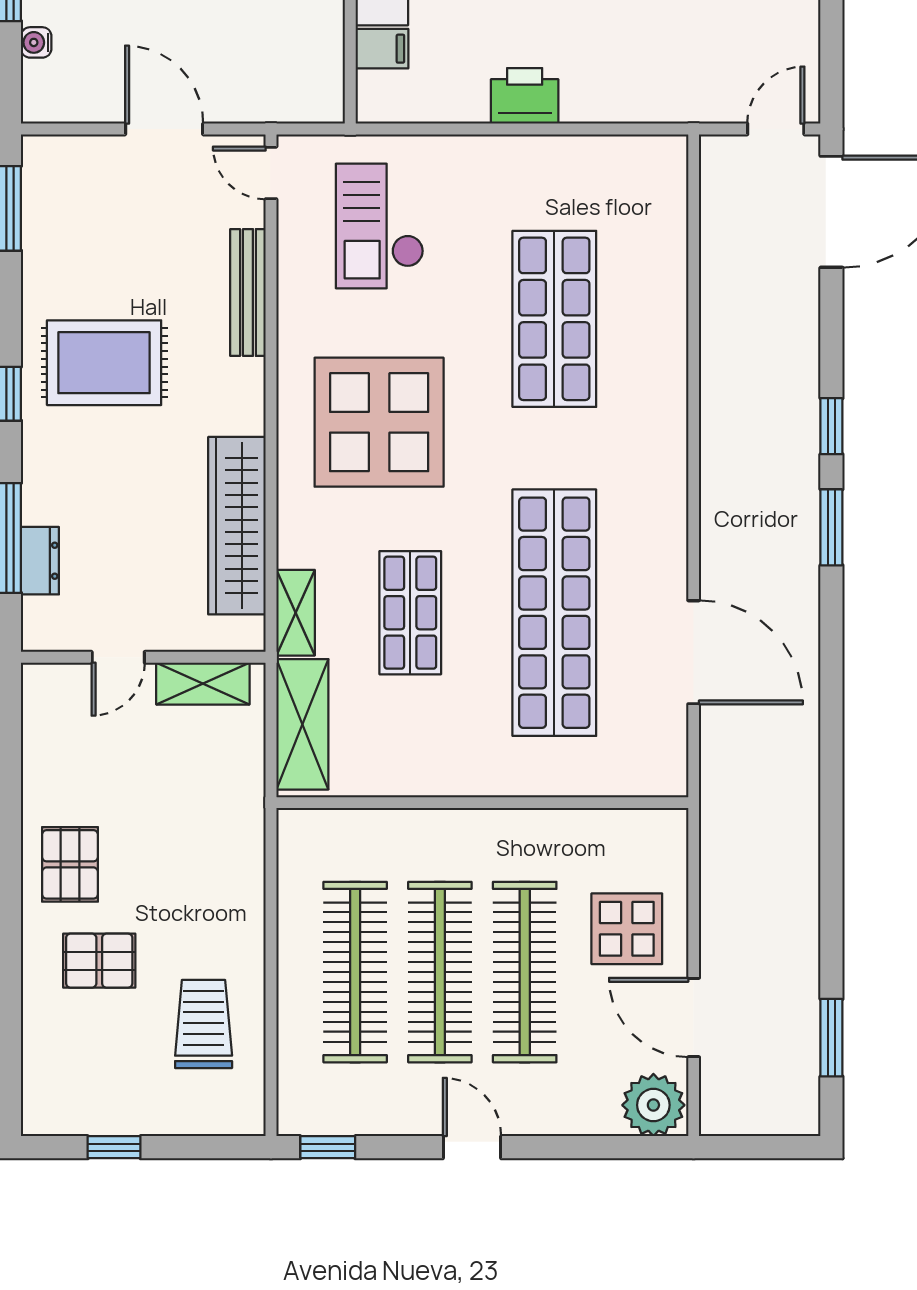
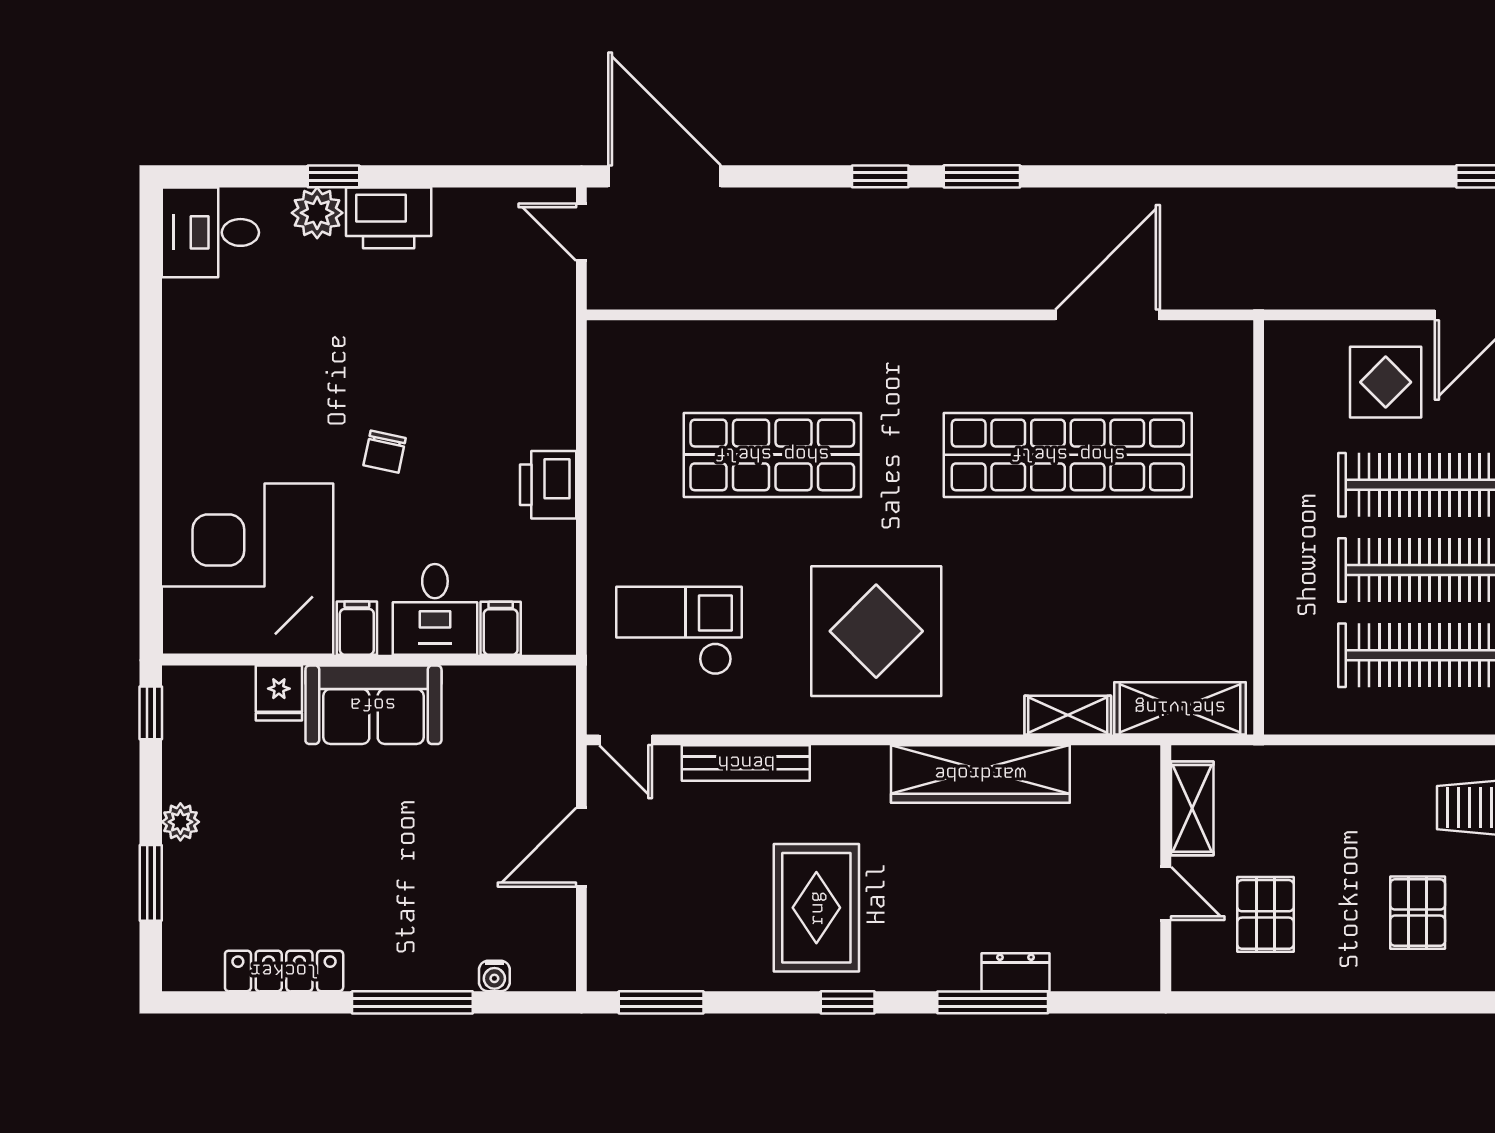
door: (271, 173) -> (626, 740), hinge flipped
checkout: (380, 226) -> (679, 631), turned 180
shop shelf: (410, 613) -> (1068, 600), removed
door: (118, 657) -> (1166, 894), moved
wall: (143, 657) -> (1166, 868), moved
shelving: (203, 684) -> (1192, 808), moved
pallet: (70, 864) -> (1265, 914), moved, turned 90

